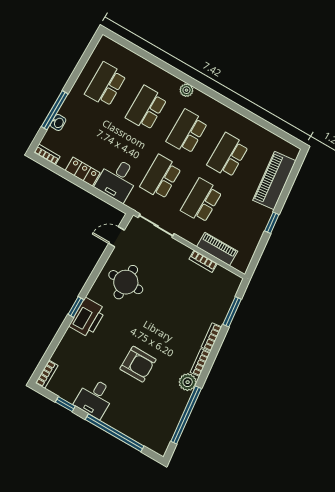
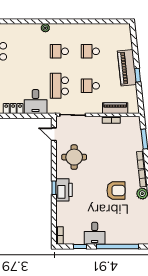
school desk: (146, 108) -> (28, 51), removed
school desk: (187, 132) -> (59, 51), width x0.54
school desk: (228, 155) -> (90, 51), width x0.54
piano: (274, 181) -> (127, 68), moved
school desk: (201, 201) -> (90, 86), width x0.54
door: (117, 237) -> (54, 134), hinge flipped
armchair: (138, 364) -> (116, 191), moved

